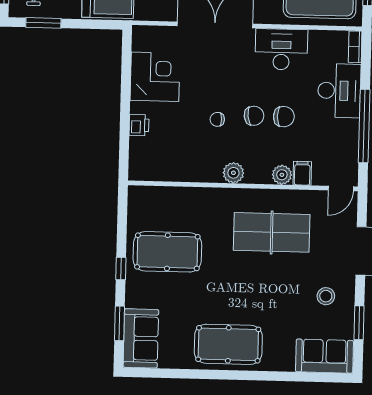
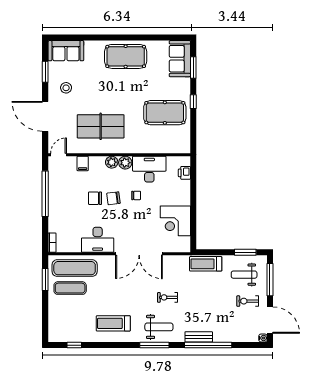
desk: (339, 91) -> (149, 169), moved, turned 90
printer: (139, 125) -> (184, 173), moved
plant: (282, 175) -> (112, 162), moved

